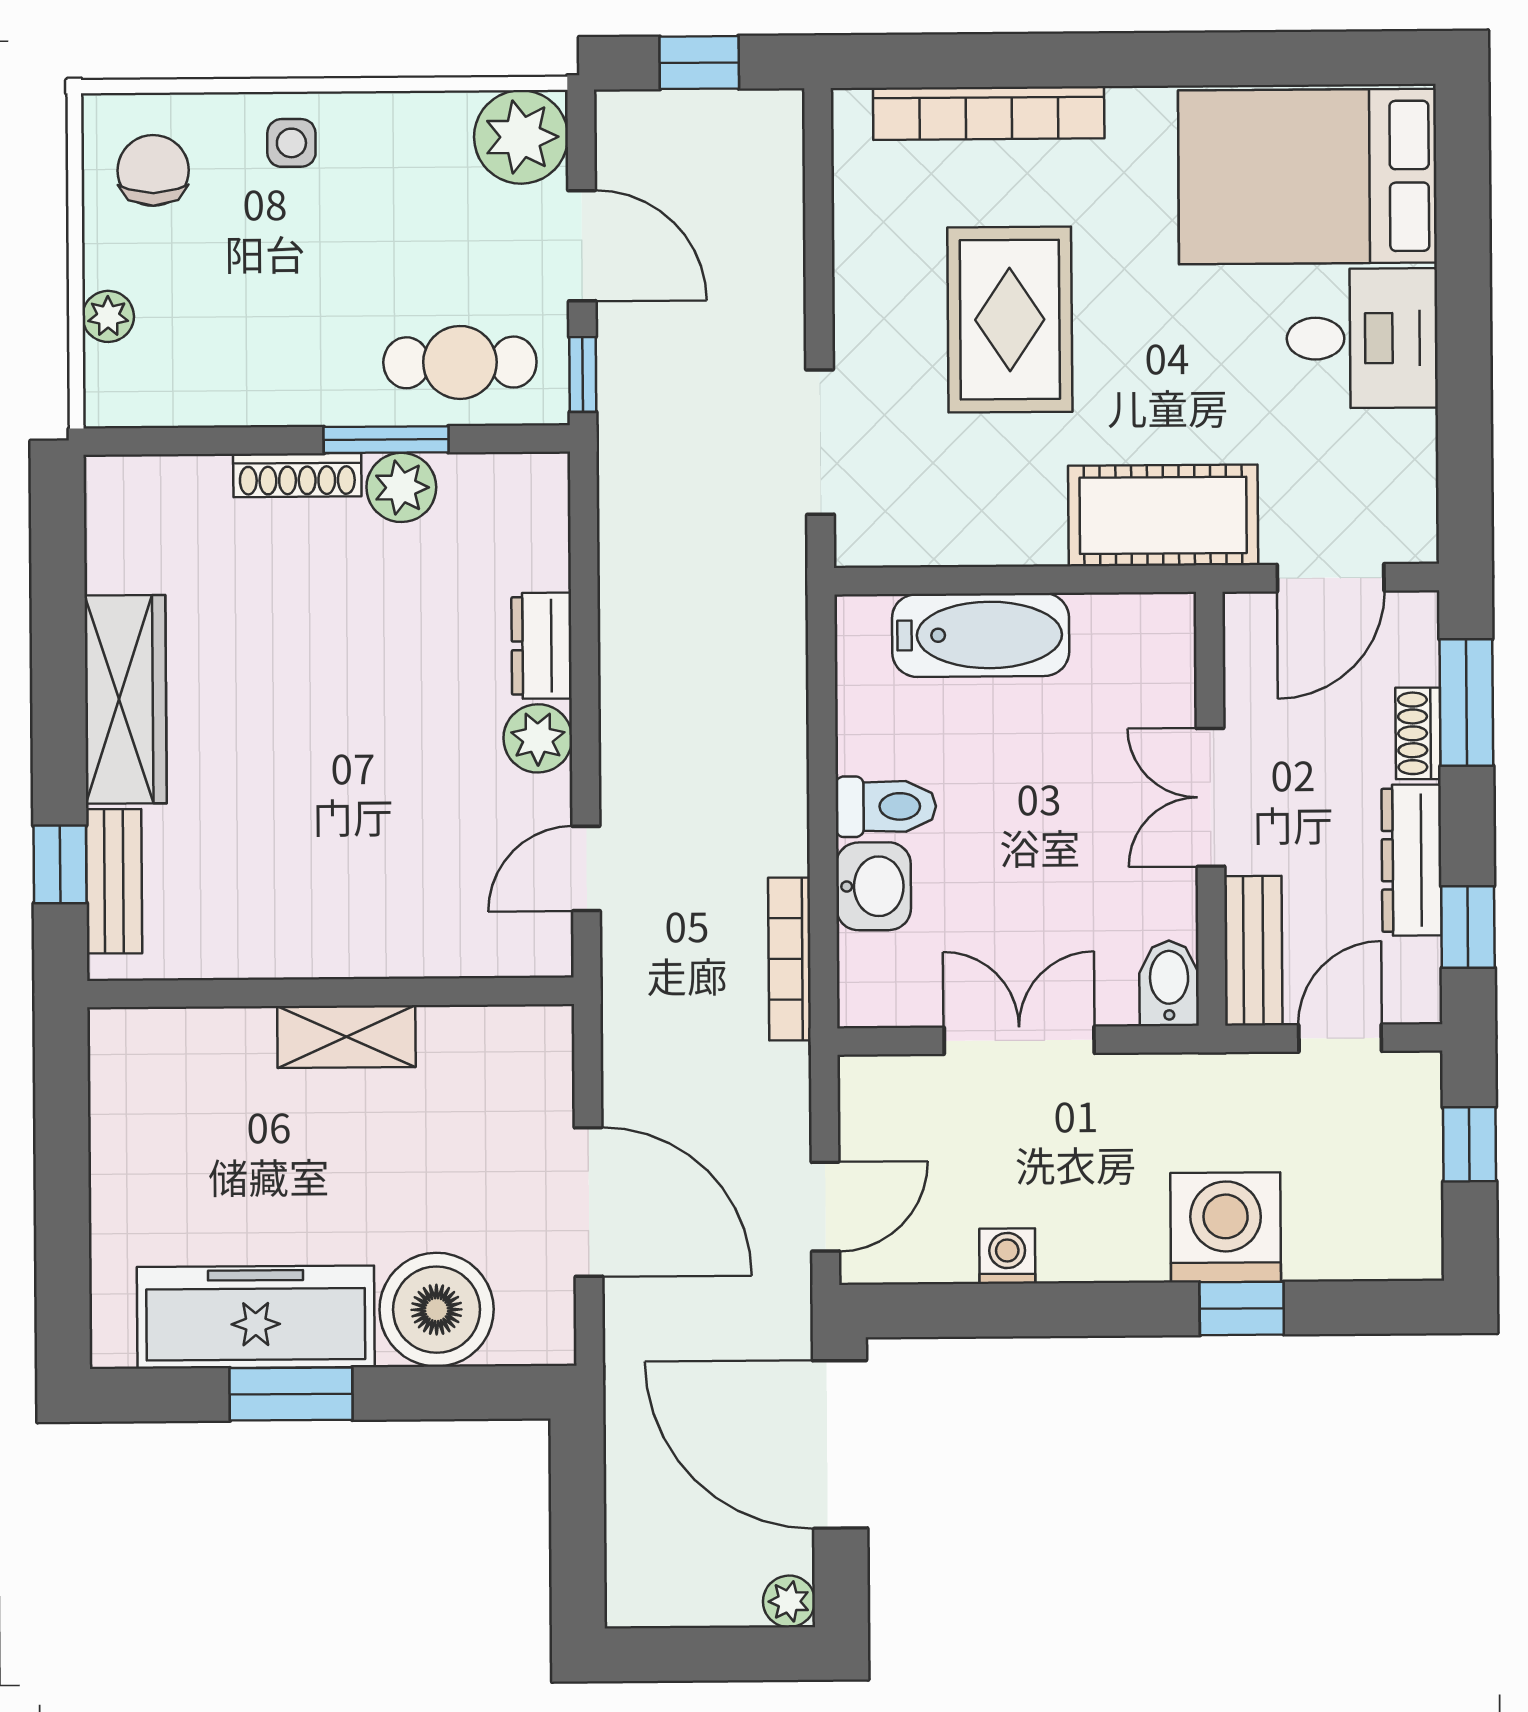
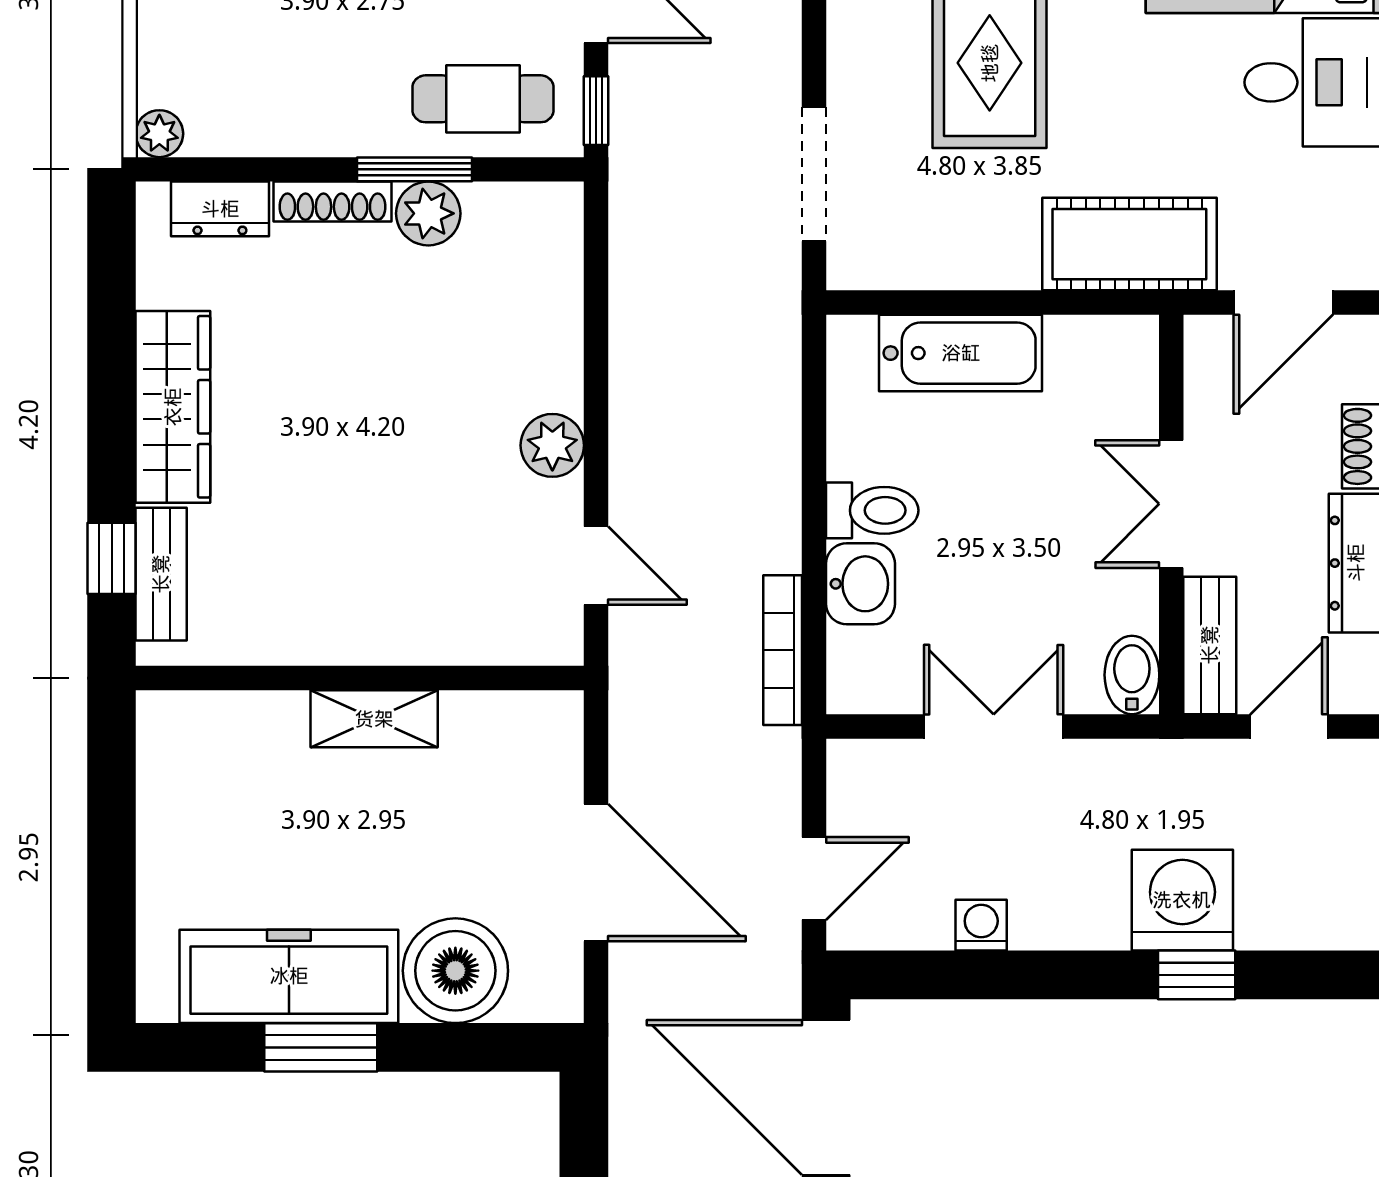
plant: (108, 316) -> (159, 134), moved
dresser: (542, 646) -> (220, 209), moved, turned -90
door: (586, 868) -> (596, 566), swing flipped

